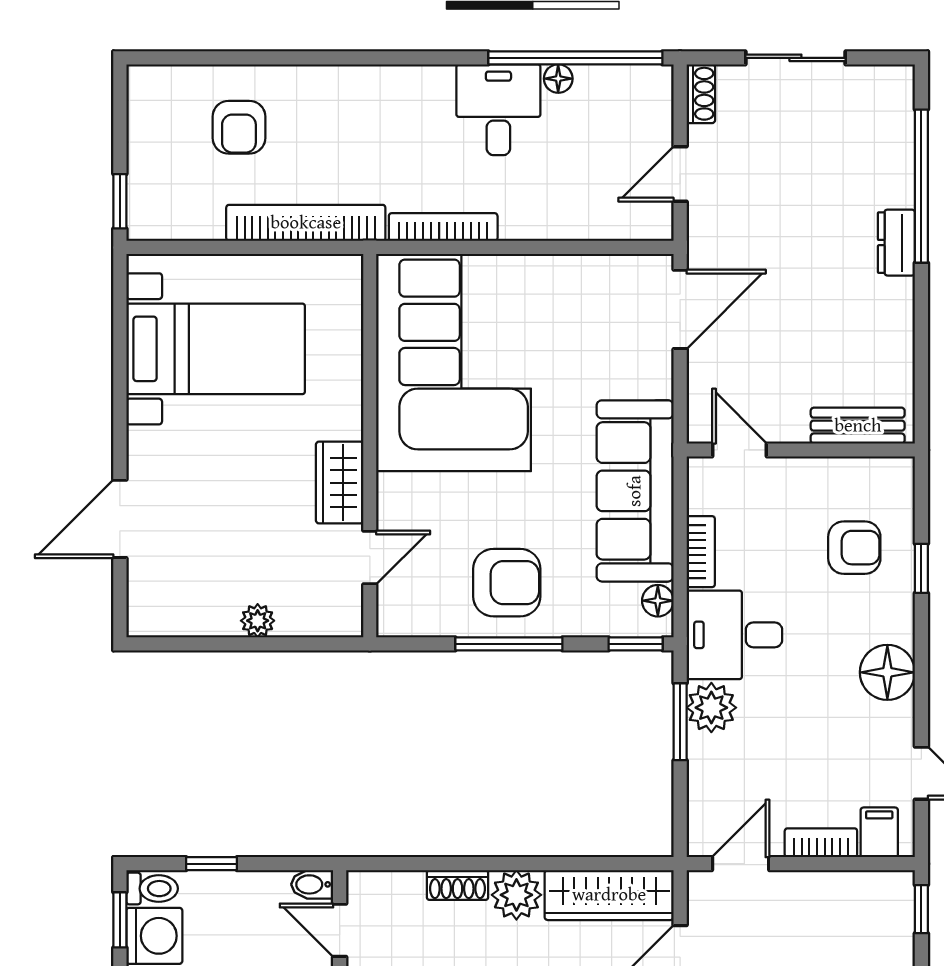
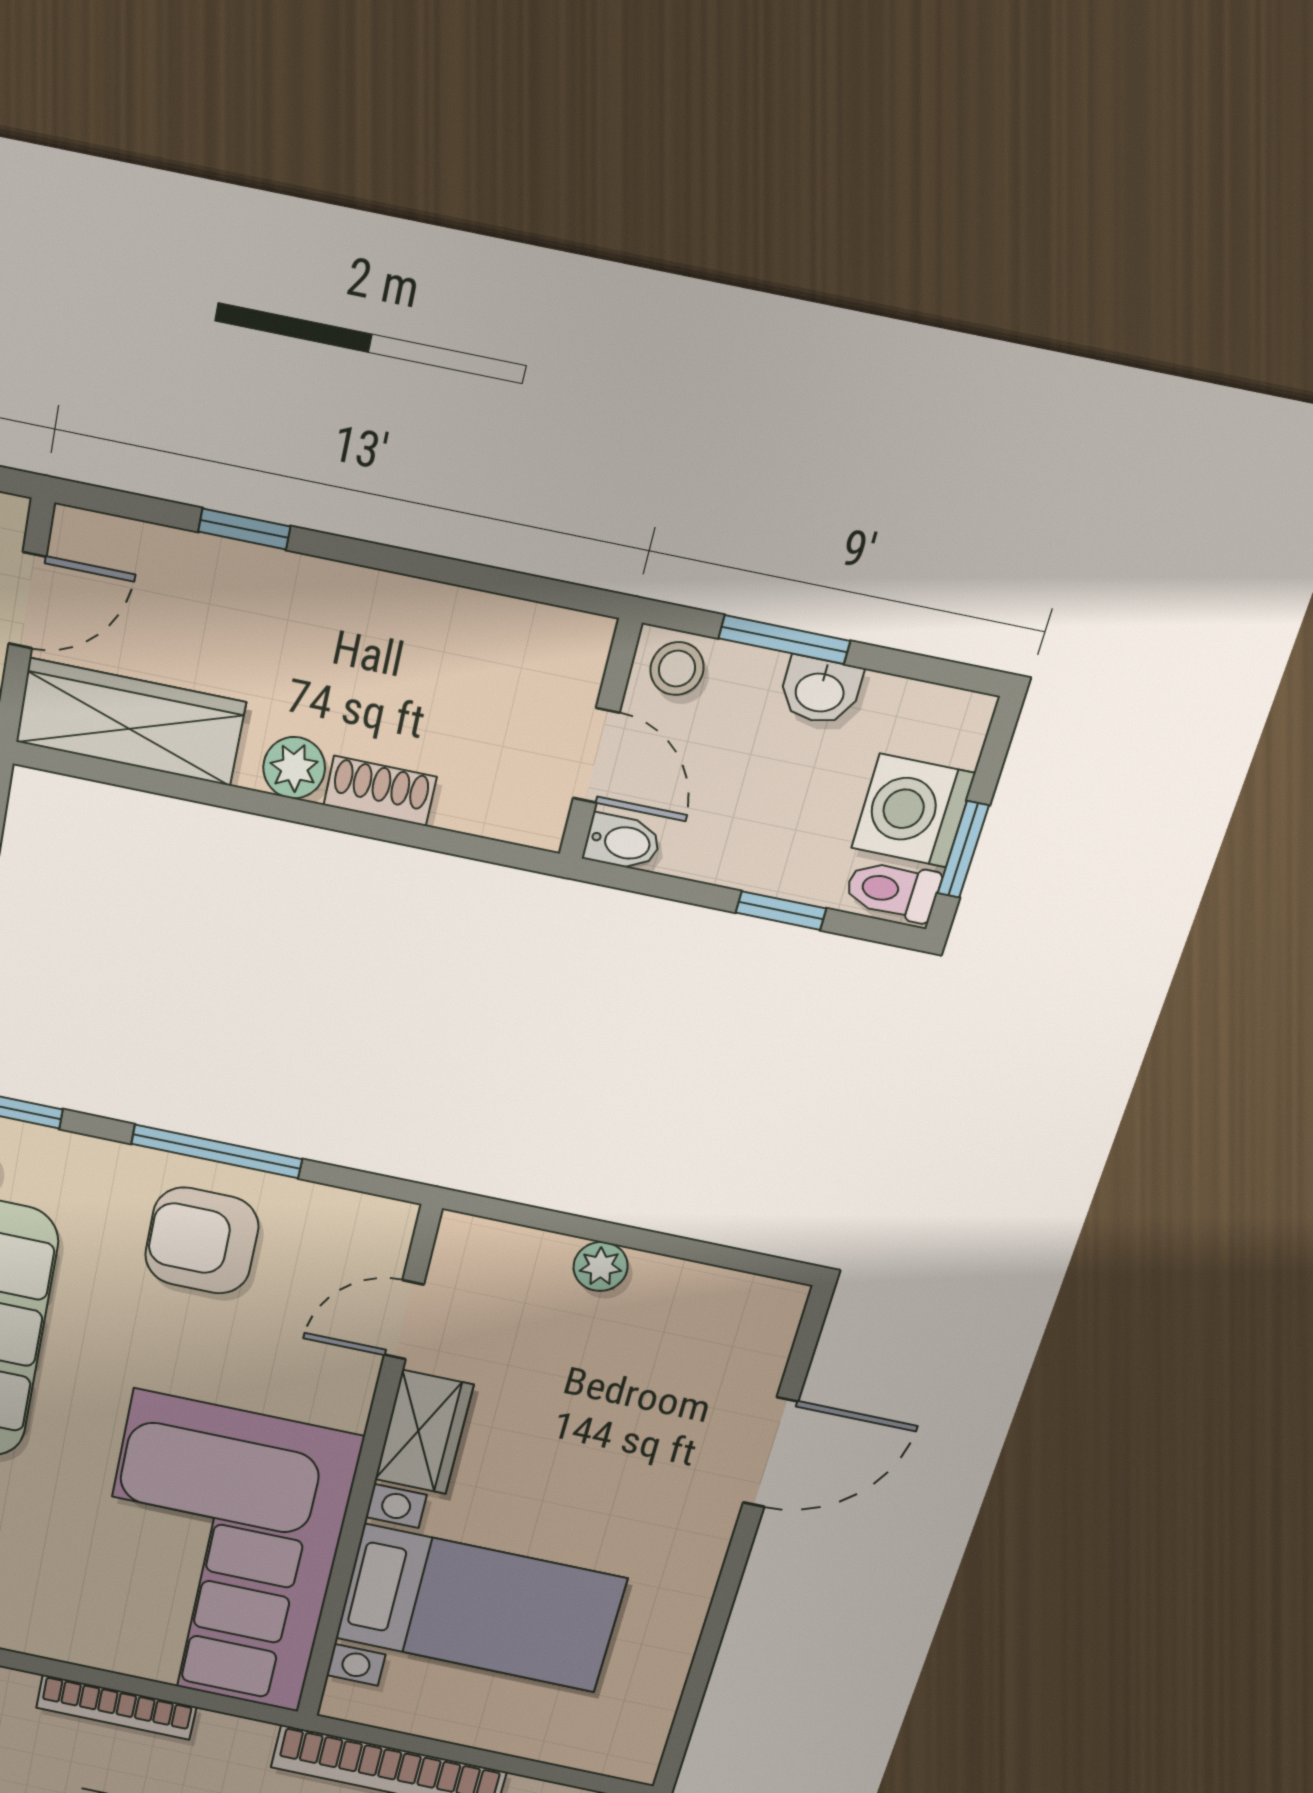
bookcase: (443, 227) -> (116, 1707), moved
bed with nightstands: (216, 349) -> (480, 1608), moved, turned 180
plant: (516, 895) -> (294, 768), width x0.73, depth x0.73

